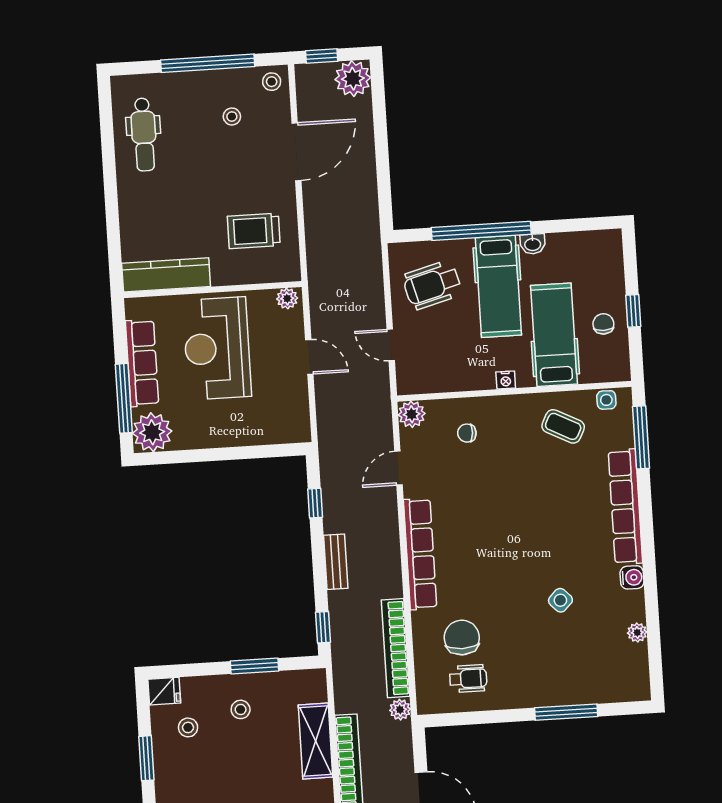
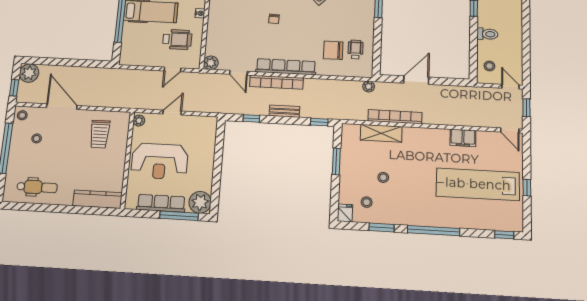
kitchen counter: (166, 275) -> (98, 199), moved, turned 90
wheelchair: (432, 285) -> (177, 39), moved, turned -75
chair: (467, 433) -> (274, 19), moved
bookcase: (396, 648) -> (276, 82), moved
stool: (241, 709) -> (383, 177), moved

